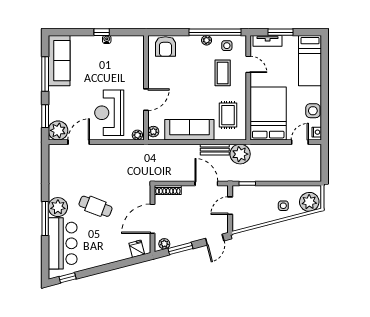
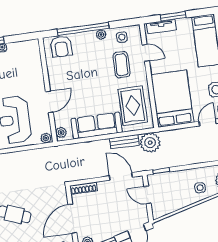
window: (215, 32) -> (83, 29), moved
rug: (228, 115) -> (133, 106), width x1.36, depth x1.43
door: (230, 206) -> (147, 195), hinge flipped

